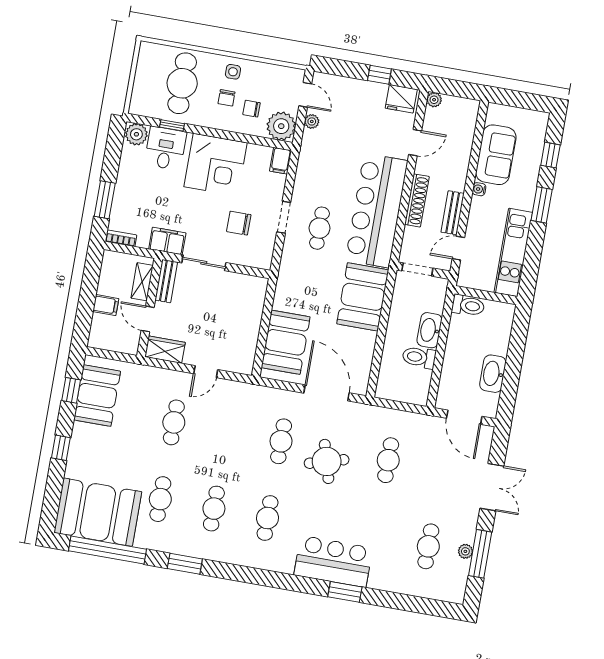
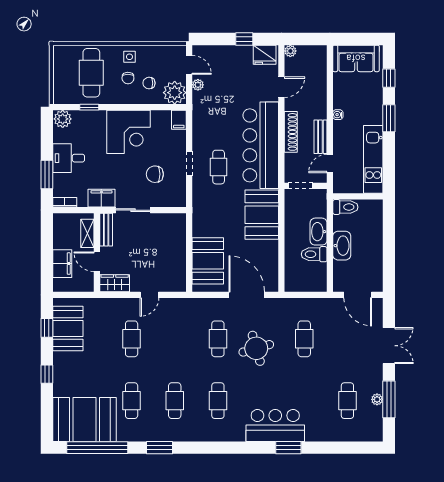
desk: (165, 148) -> (69, 158), moved, turned -90
sofa: (496, 155) -> (356, 58), moved, turned 90
filing cabinet: (106, 305) -> (62, 264), width x2.00
washbasin: (493, 374) -> (342, 246), moved, turned 180

